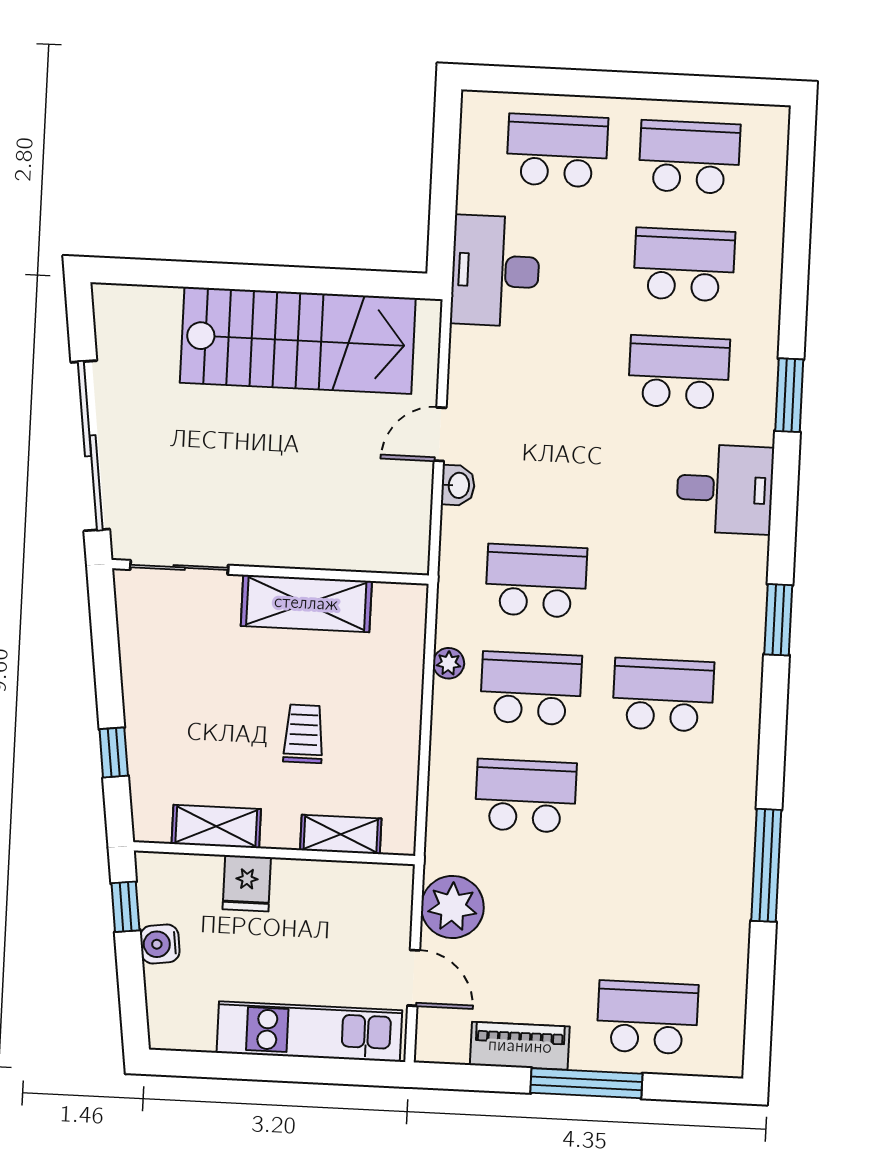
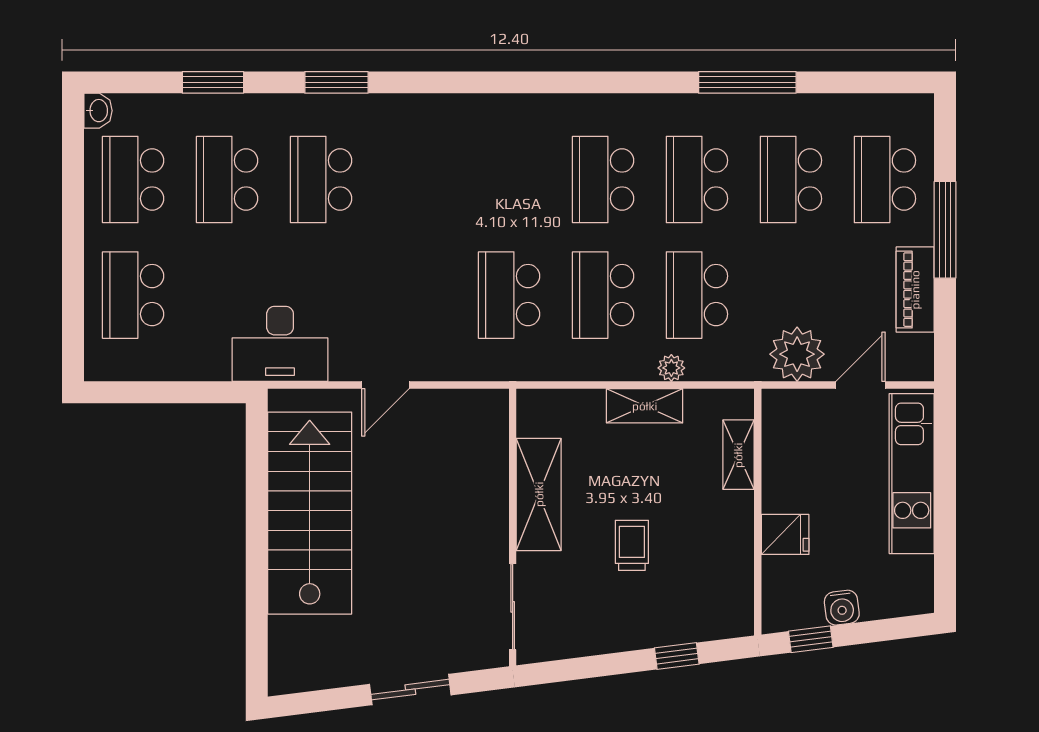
desk: (495, 271) -> (280, 344), moved
door: (440, 434) -> (385, 385), hinge flipped
sliding door: (90, 446) -> (410, 690), width x0.54
washbasin: (458, 485) -> (98, 111), moved, turned 90
desk: (725, 489) -> (421, 134), removed
window: (778, 620) -> (213, 82), moved
plant: (449, 663) -> (671, 368), moved
trolley: (304, 734) -> (632, 545), moved, turned 90
school desk: (658, 802) -> (697, 179), added
shelving: (216, 826) -> (645, 406), moved, turned 90
school desk: (653, 910) -> (791, 179), added

